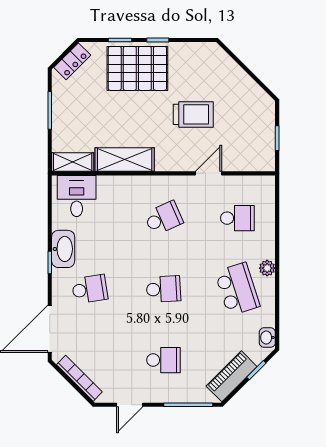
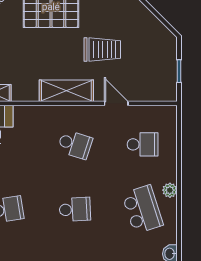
shelving: (125, 160) -> (66, 91), moved
door: (208, 173) -> (116, 103), hinge flipped
school desk: (163, 218) -> (75, 144), turned 42

